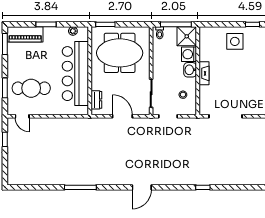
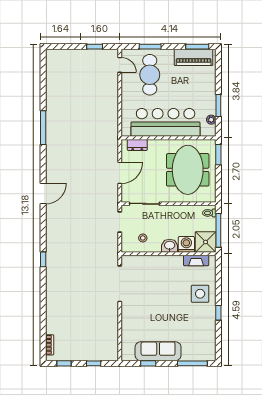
window: (46, 24) -> (218, 106), moved
piano: (25, 34) -> (194, 57), moved, turned -90
fireplace: (204, 73) -> (196, 261), moved
door: (22, 116) -> (120, 65), swing flipped
door: (142, 187) -> (43, 194), swing flipped

